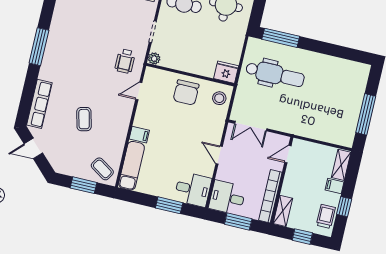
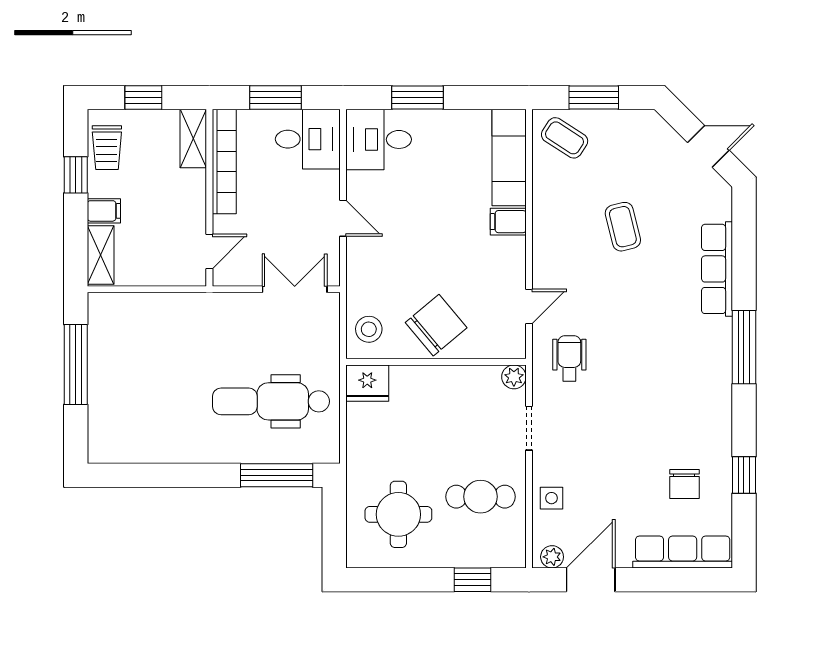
chair: (186, 92) -> (436, 325), turned 50
row of seats: (39, 104) -> (717, 269), moved

